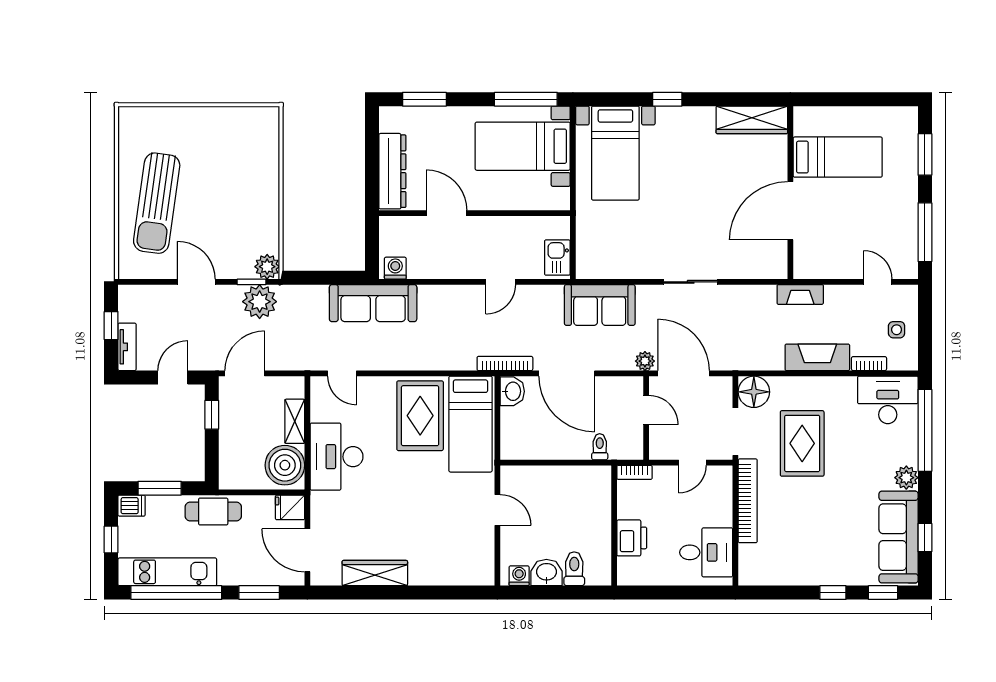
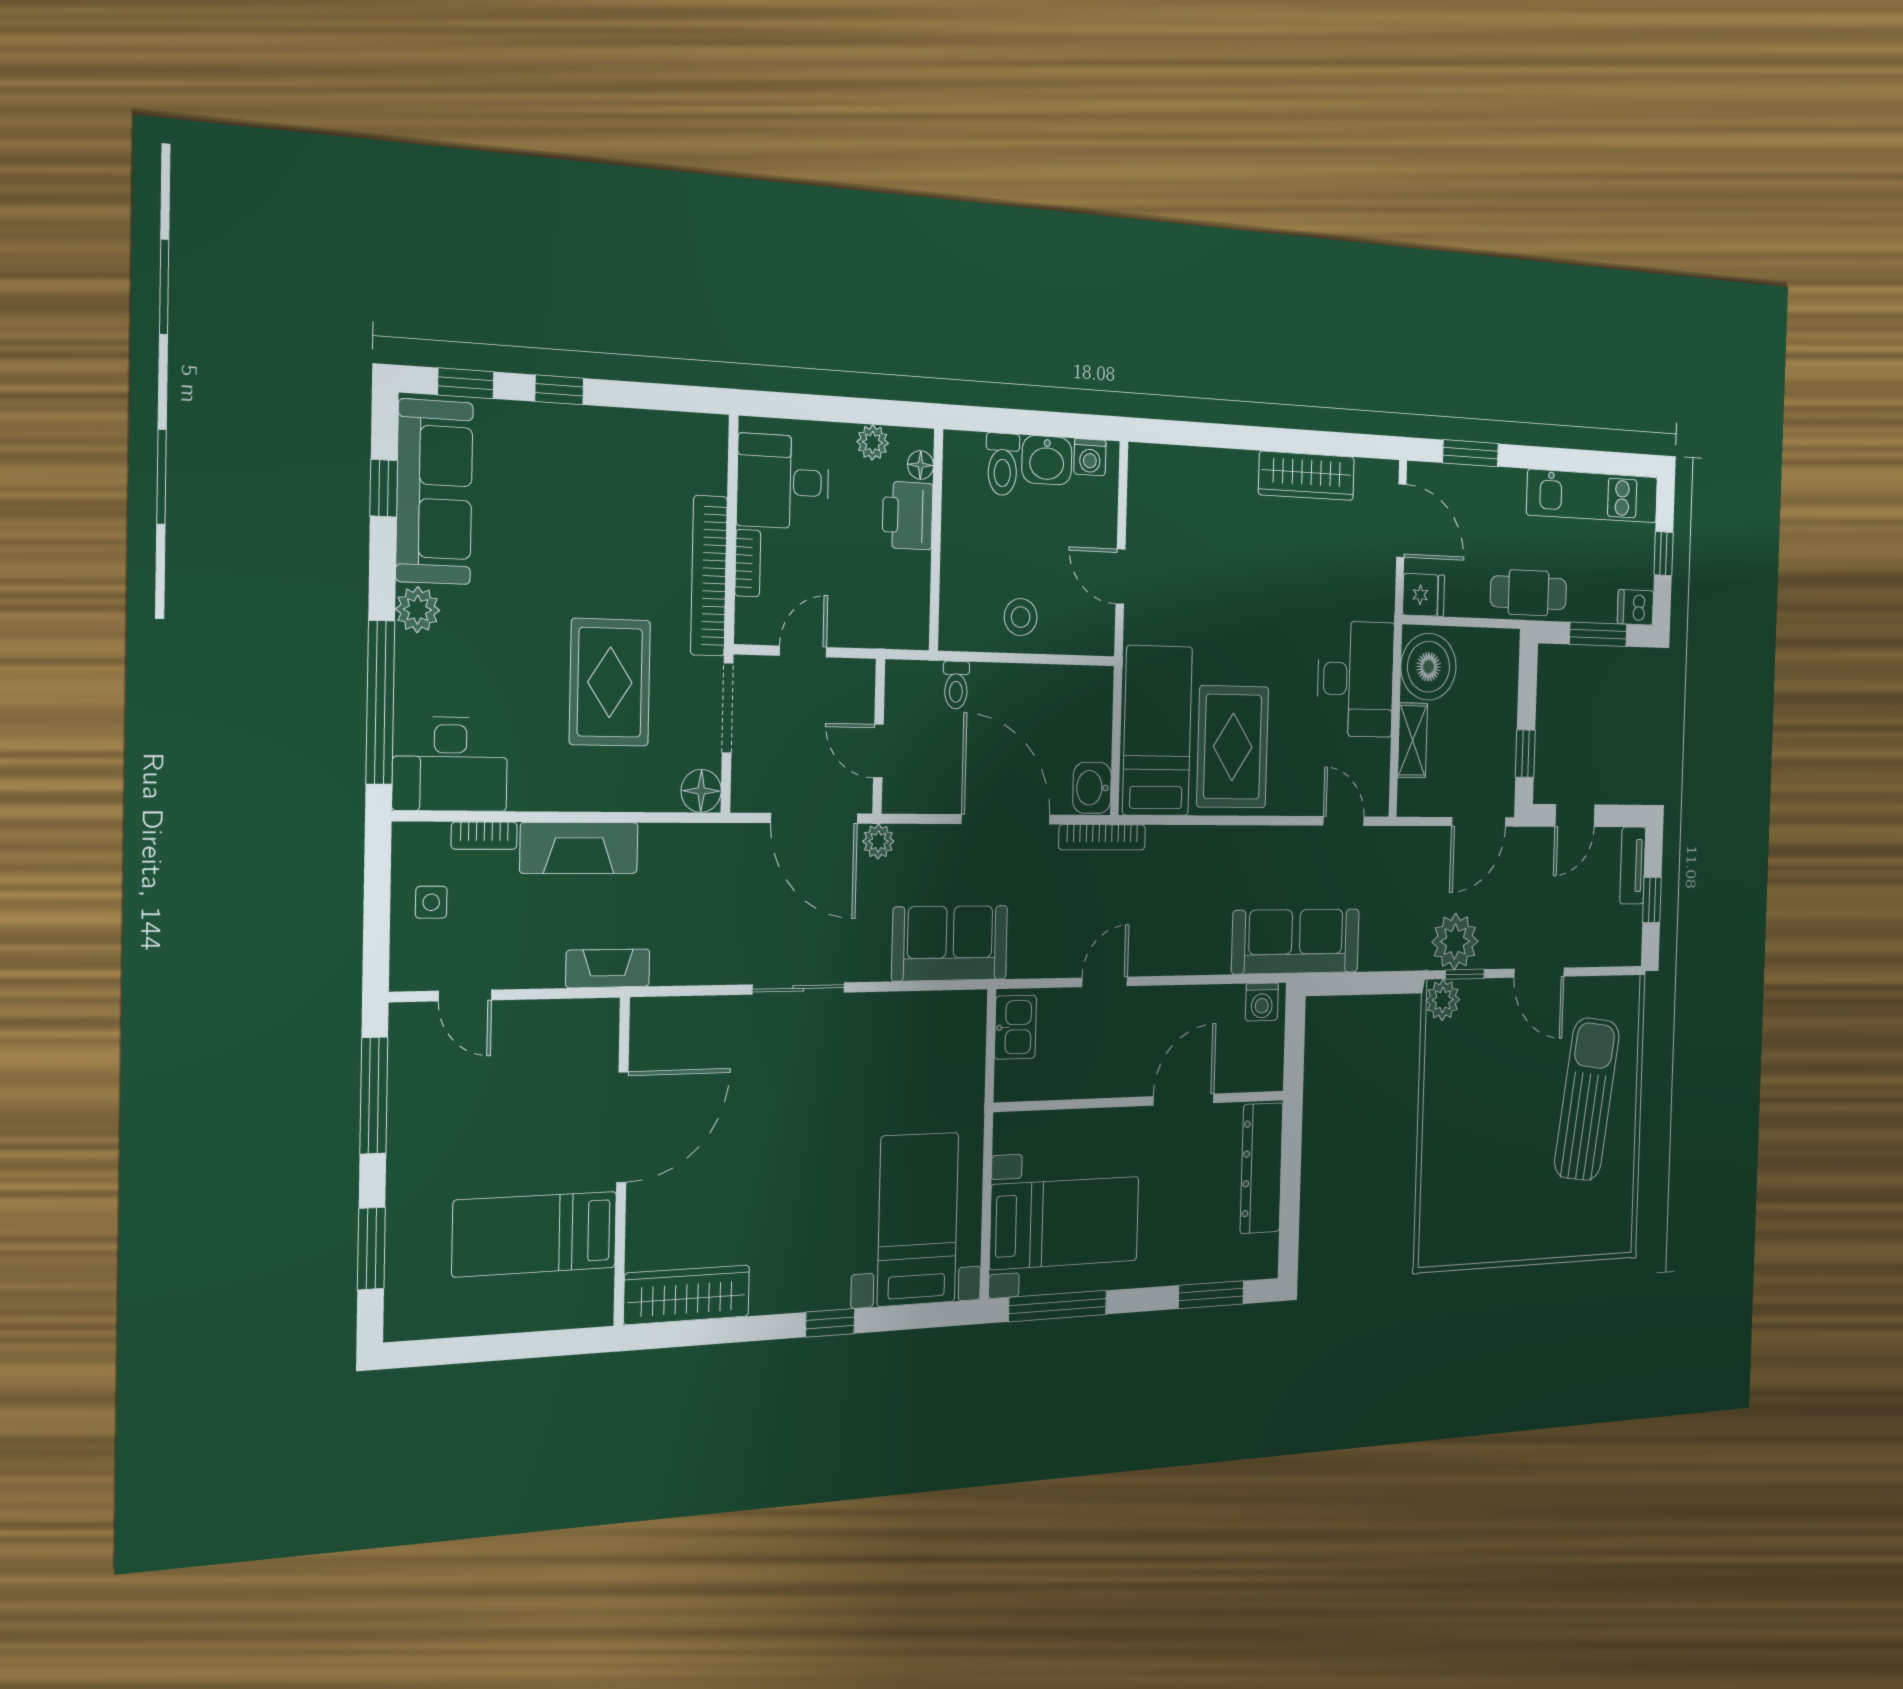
door: (446, 213) -> (1184, 1100), swing flipped
floor lamp: (754, 392) -> (701, 791), width x0.73, depth x0.73
bookcase: (634, 472) -> (748, 563), moved, turned 90
stool: (561, 485) -> (1021, 617), added
floor lamp: (625, 566) -> (921, 465), added
plant: (654, 576) -> (873, 442), added
window: (176, 593) -> (1582, 461), removed

